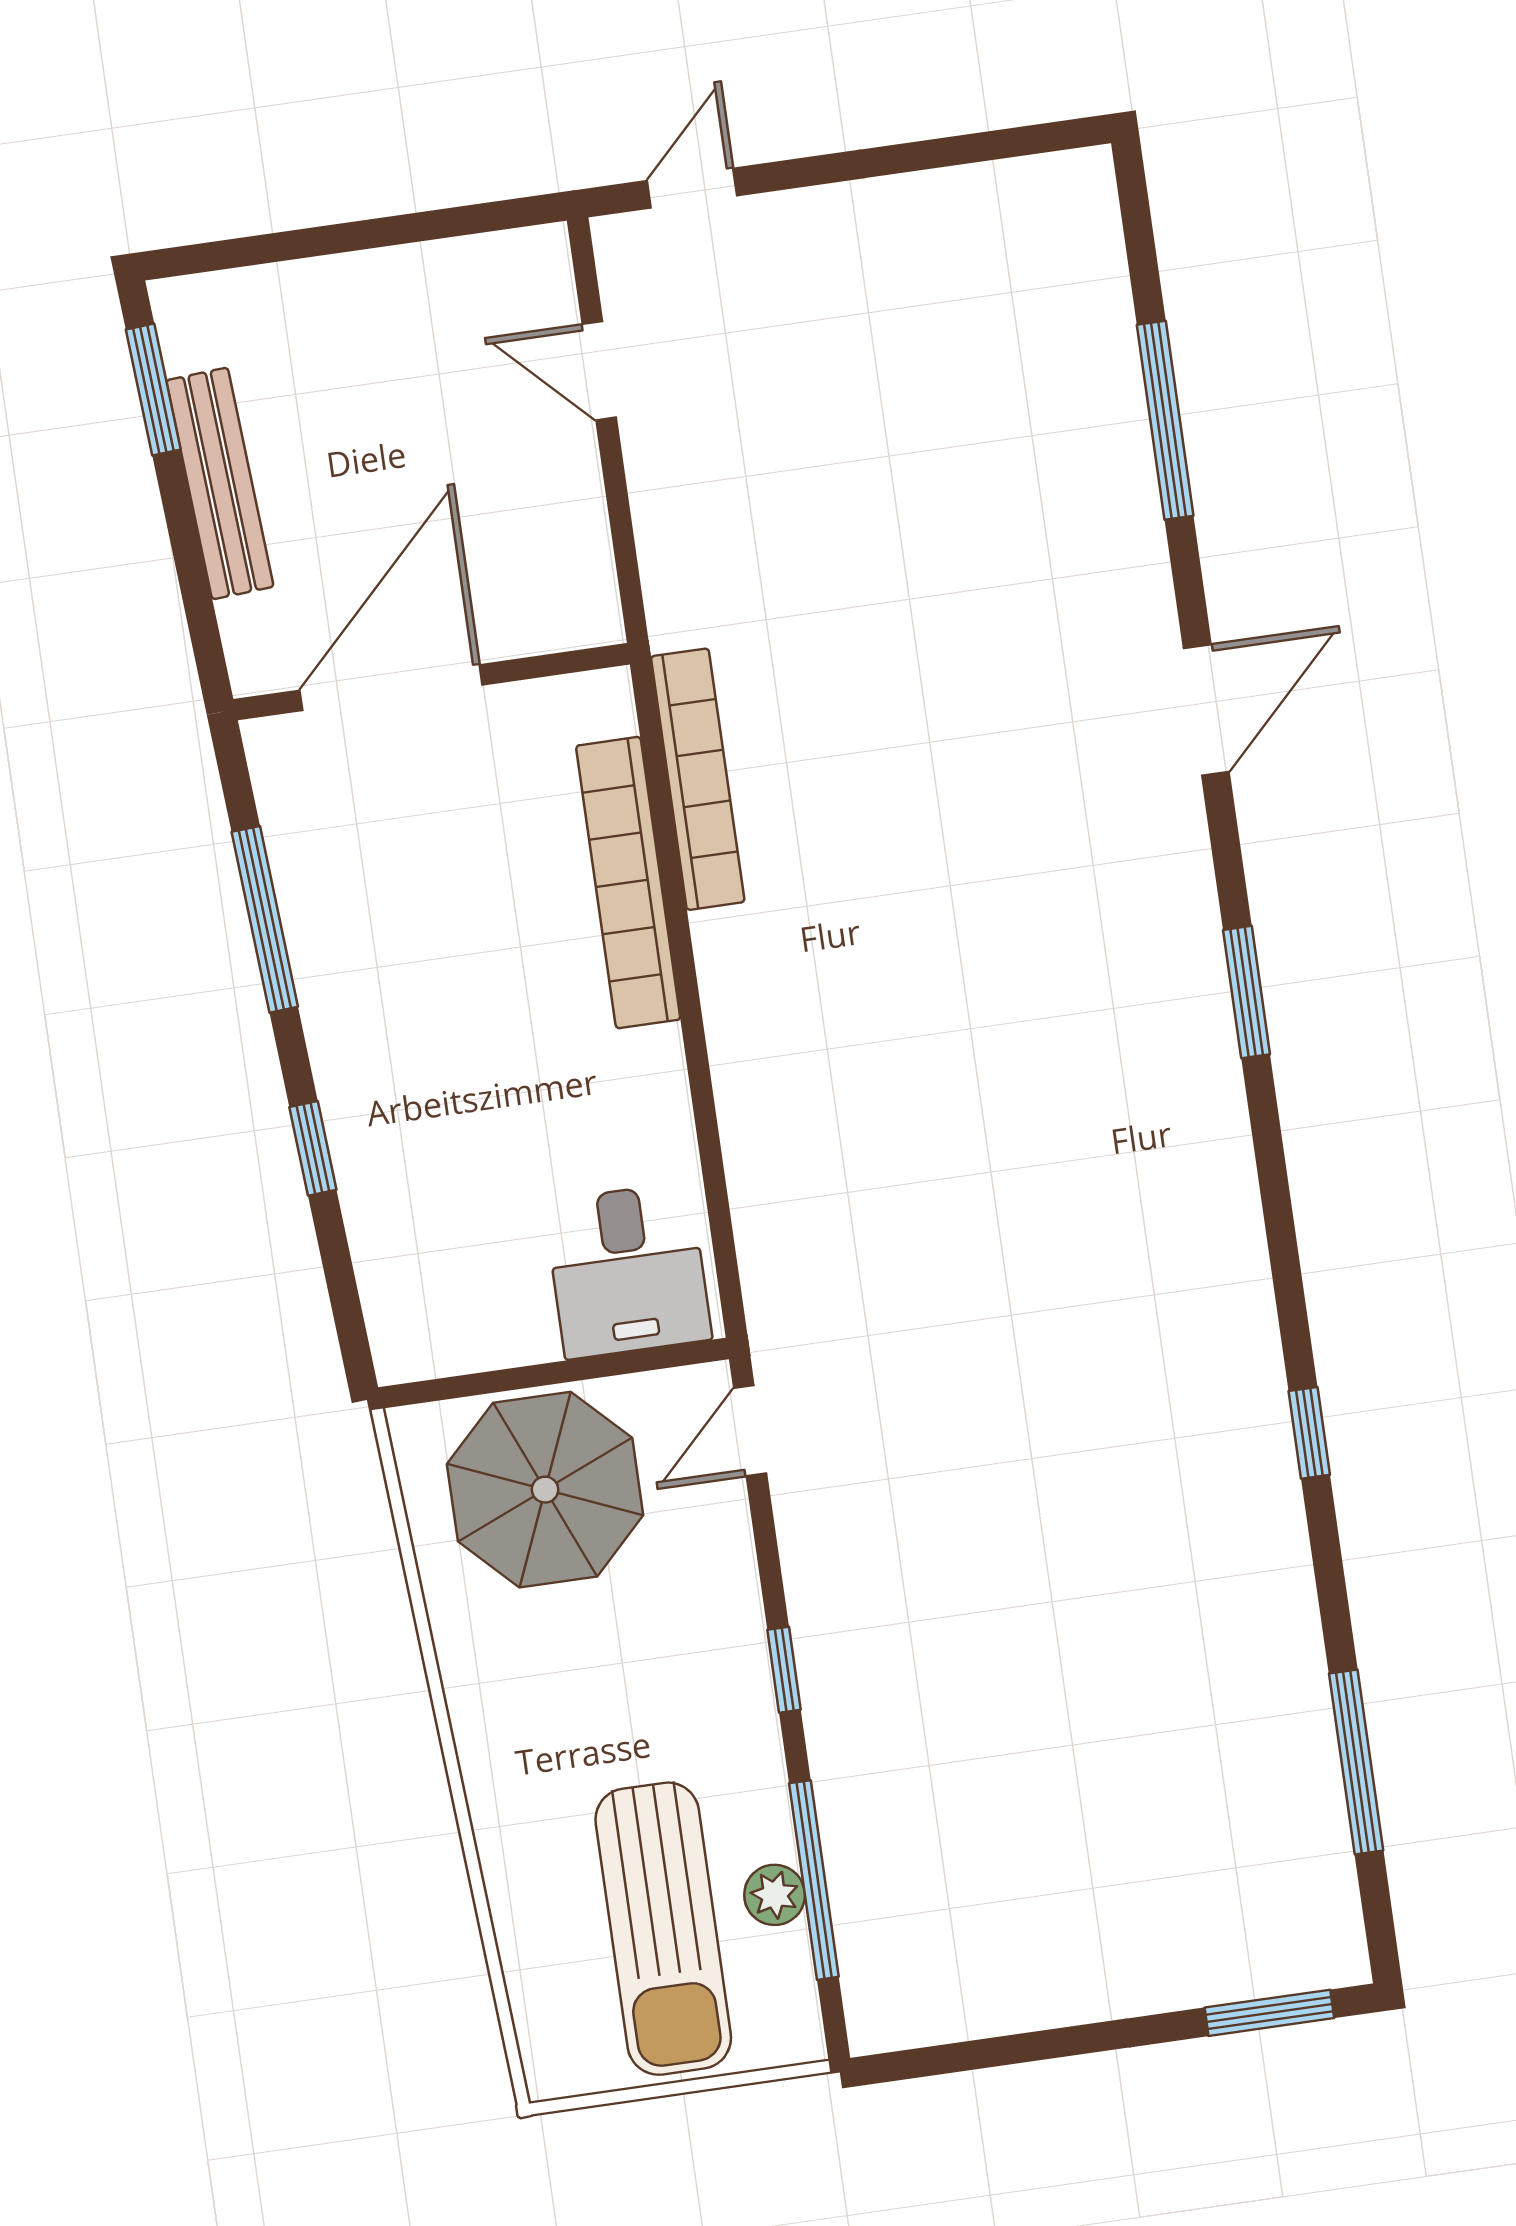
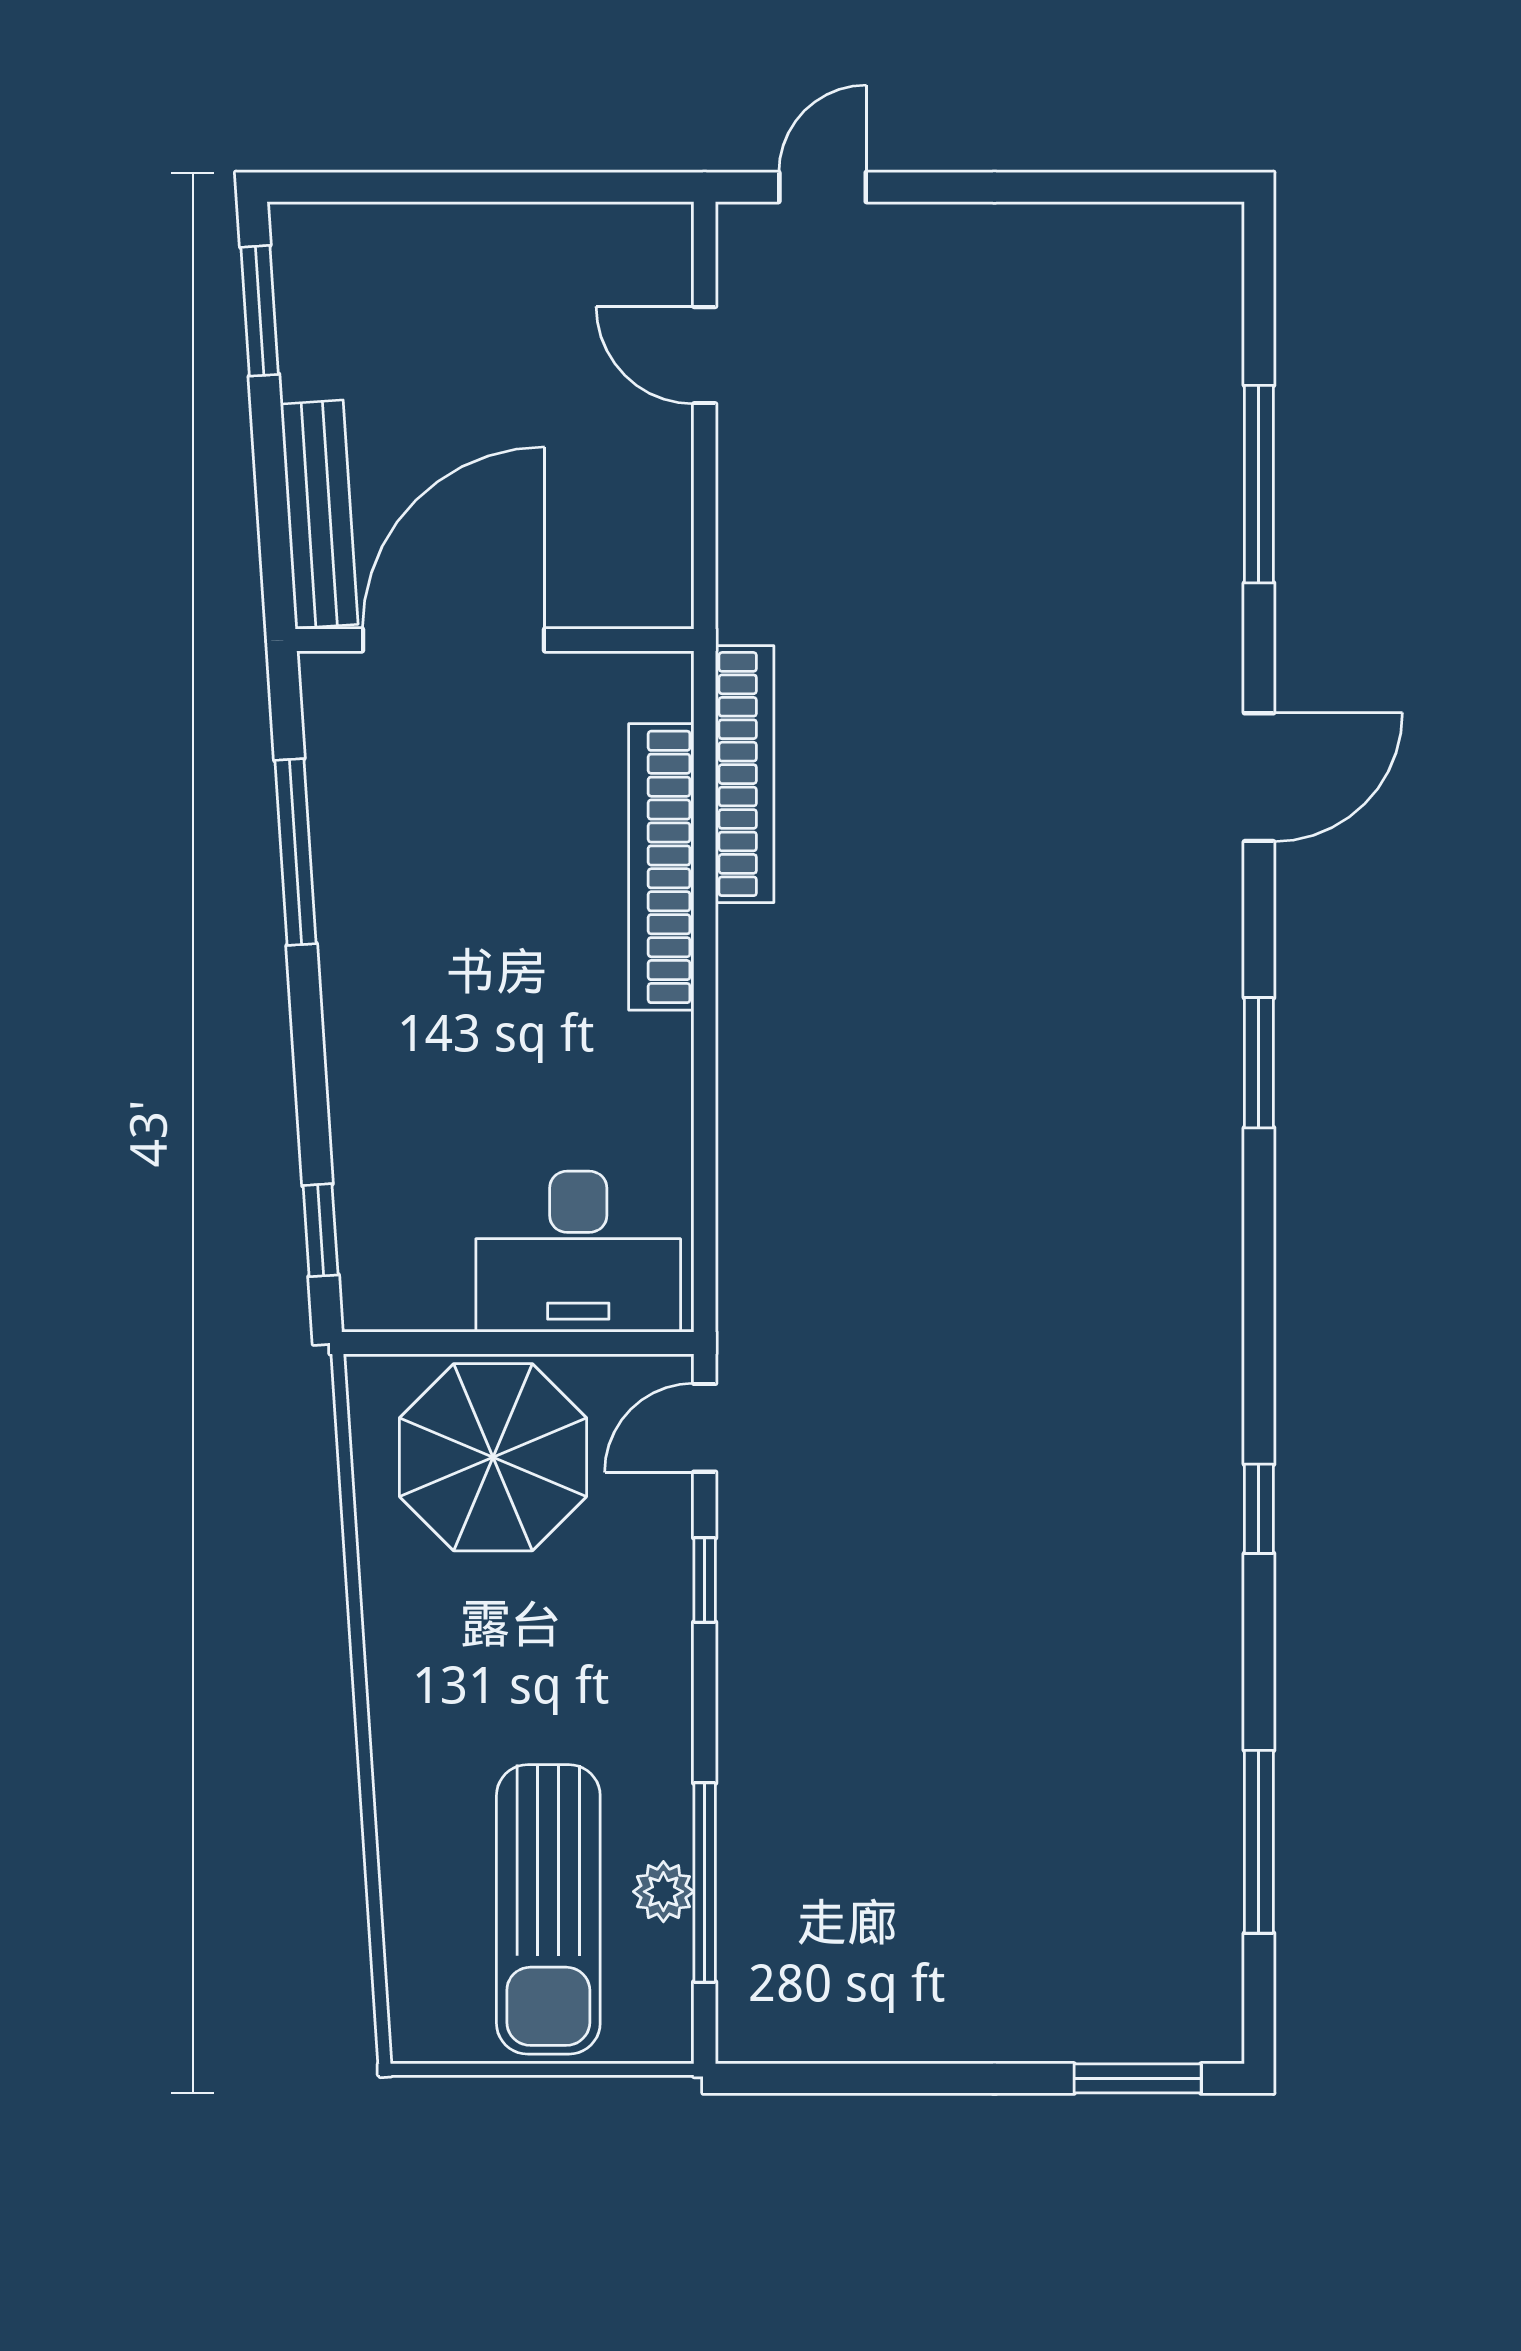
bench: (220, 483) -> (319, 514), moved
window: (313, 1148) -> (321, 1230), moved
desk: (628, 1271) -> (578, 1252), width x1.37
window: (784, 1670) -> (705, 1580), moved

